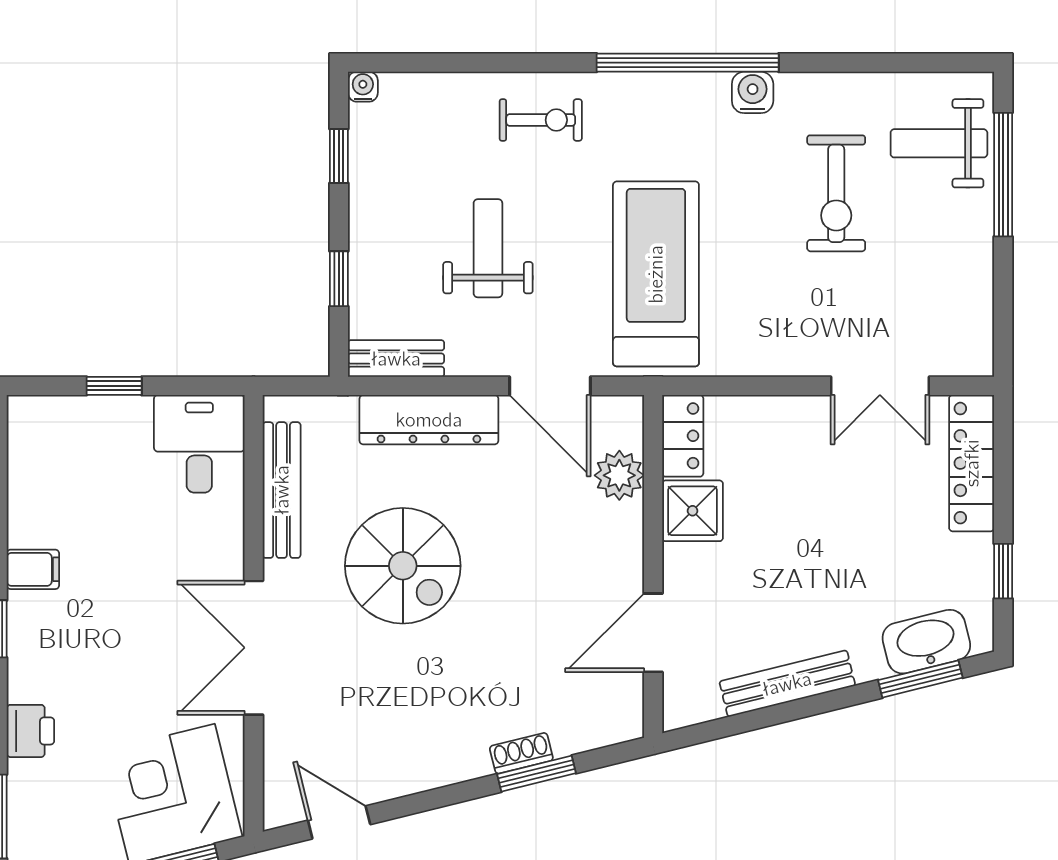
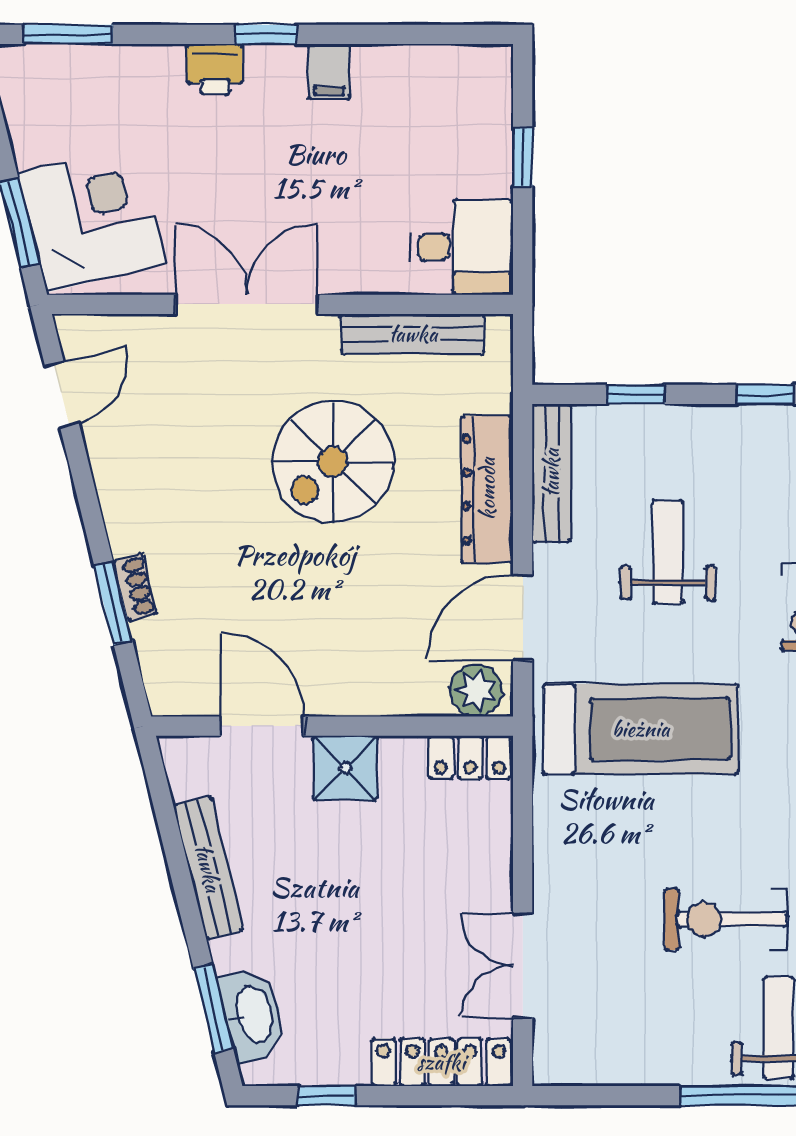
weight bench: (488, 248) -> (668, 552), turned -90
bench: (396, 359) -> (551, 473), width x1.36
plant: (619, 475) -> (476, 690), moved
shower: (693, 511) -> (345, 768), moved
printer: (30, 731) -> (215, 69), moved

